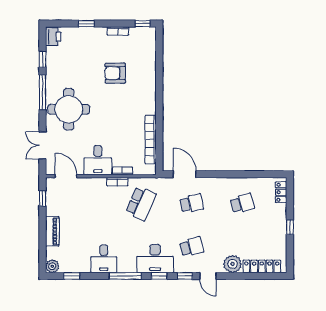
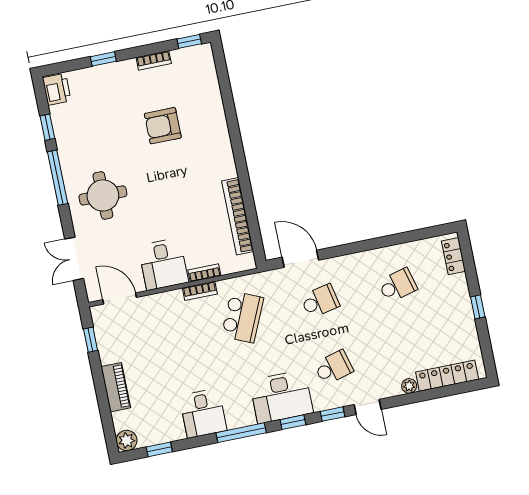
round table: (69, 109) -> (103, 195), width x0.73, depth x0.73
plant: (233, 264) -> (409, 386), width x0.53, depth x0.53

